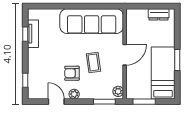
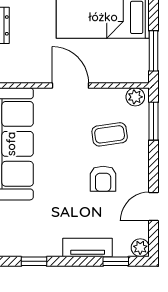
tv unit: (33, 34) -> (88, 248), moved
coffee table: (93, 62) -> (110, 134), moved
plant: (74, 94) -> (140, 248), moved

